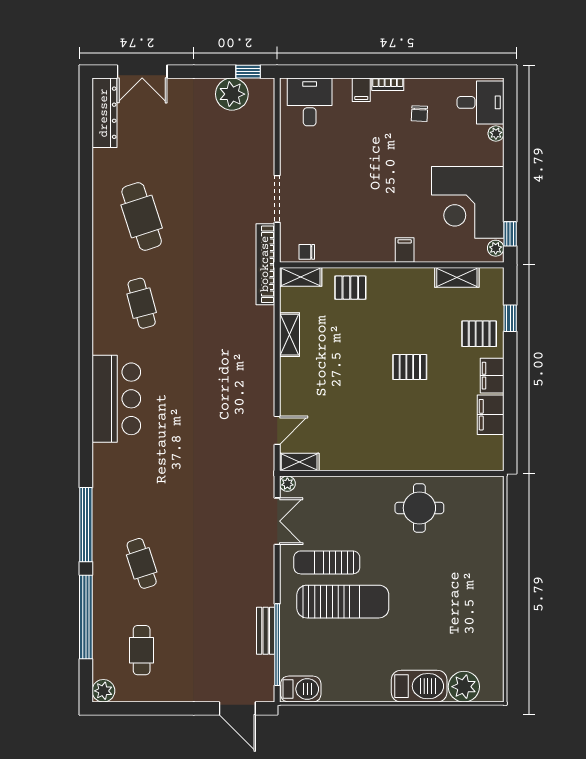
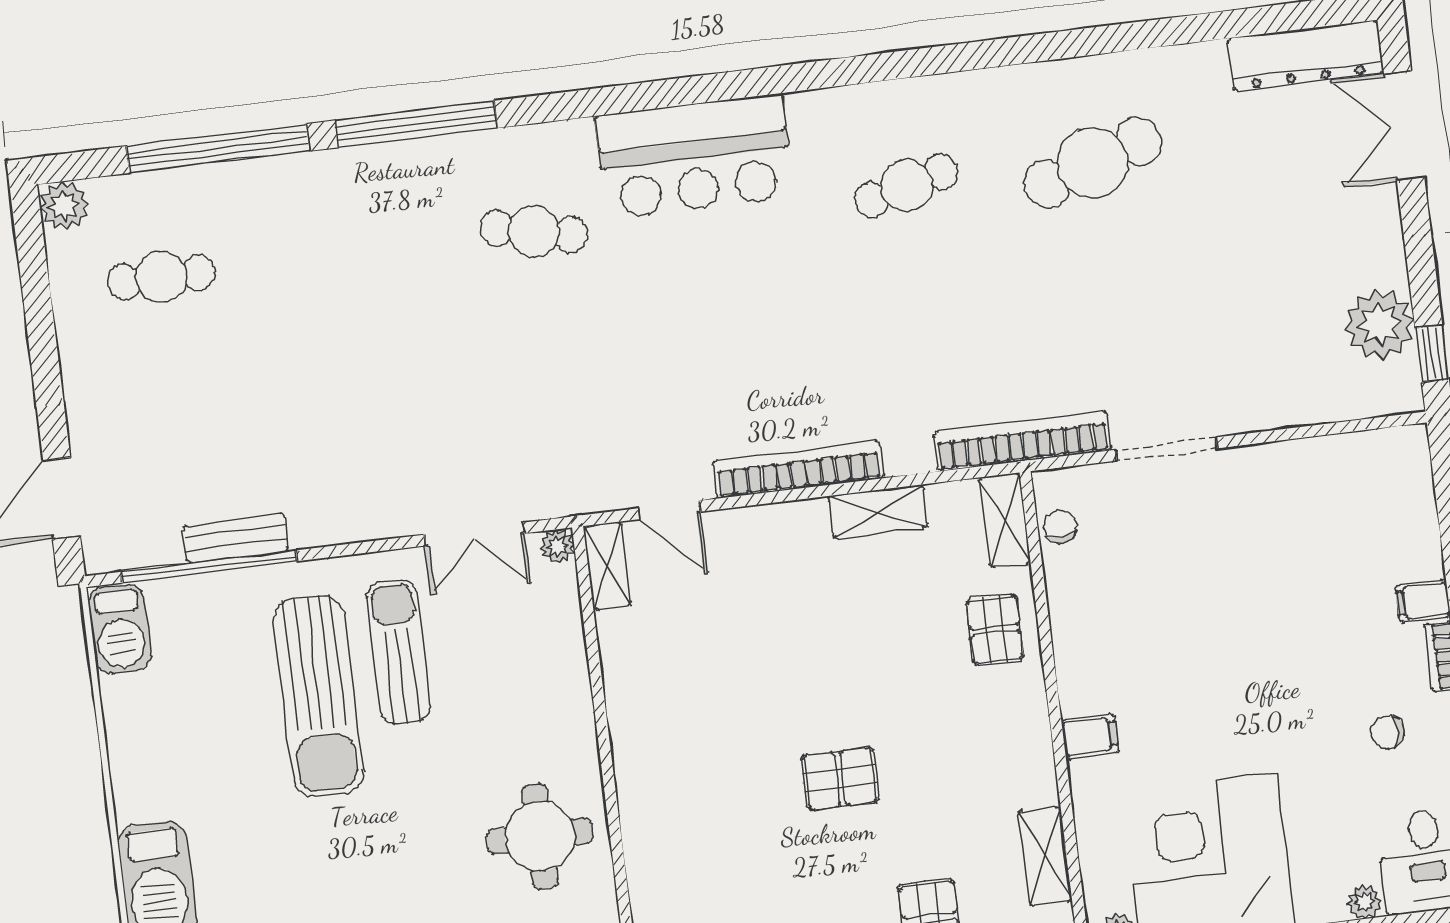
desk: (310, 102) -> (1383, 494), removed
pallet: (410, 367) -> (840, 779), turned 90
bookcase: (266, 369) -> (798, 470), added
cafe table: (142, 563) -> (534, 231), moved, turned 30

